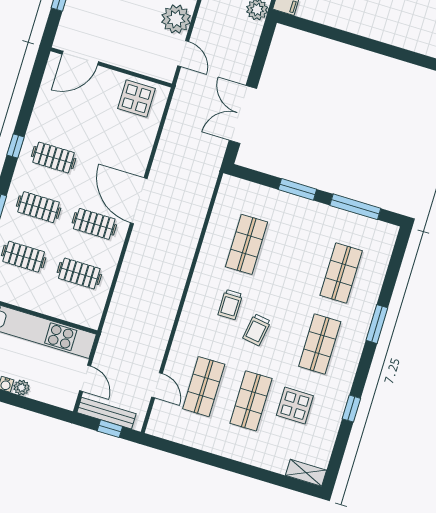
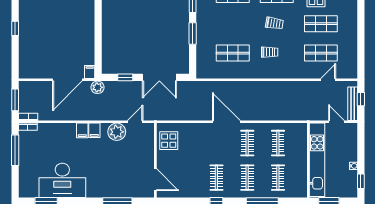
window: (260, 59) -> (125, 77), added
door: (139, 201) -> (226, 122), swing flipped
trolley: (257, 330) -> (274, 23), moved
door: (85, 378) -> (337, 122), hinge flipped
plant: (22, 388) -> (353, 156), removed

